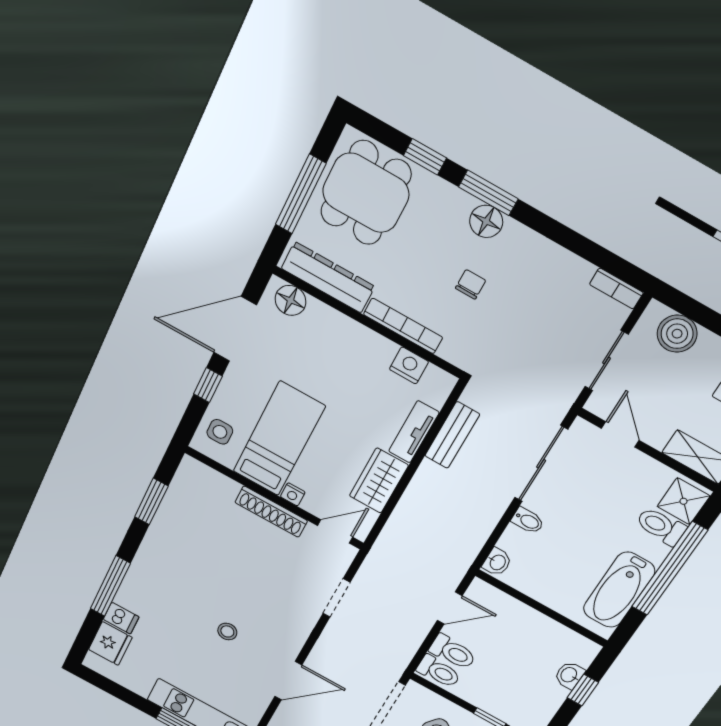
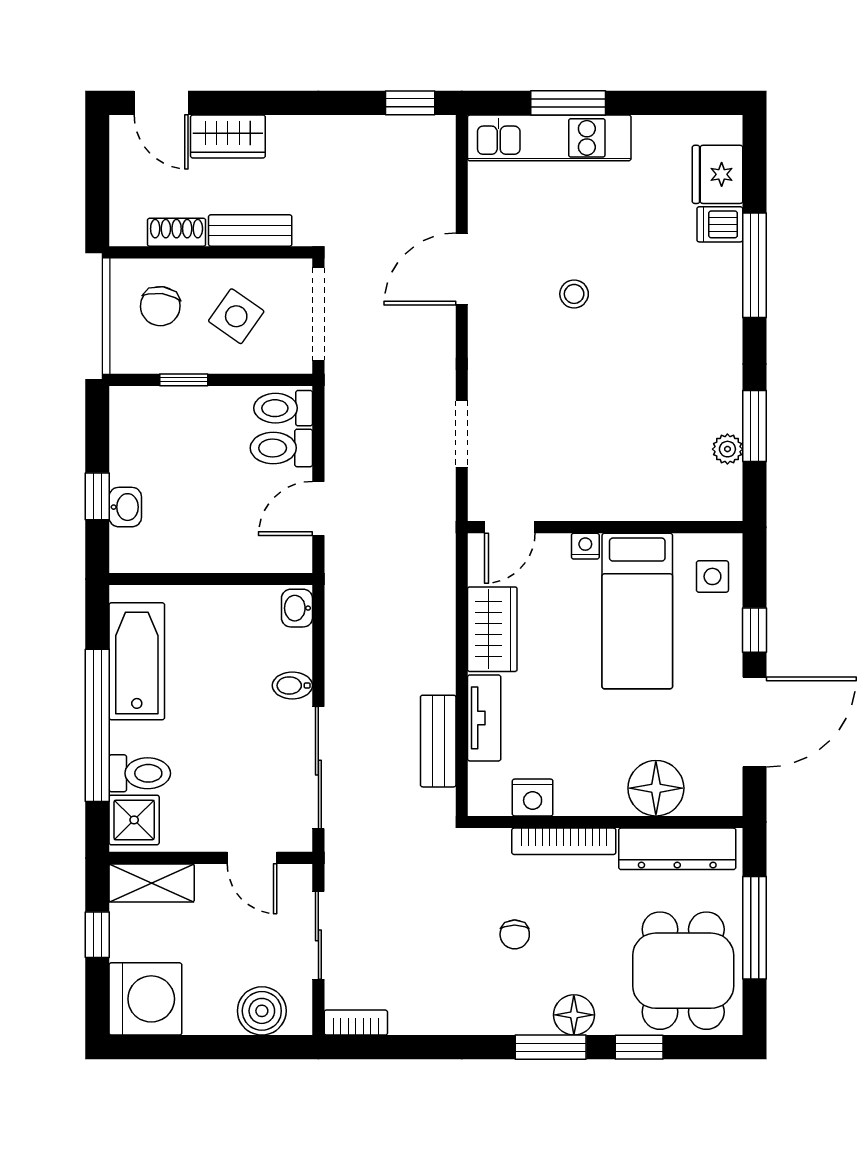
floor lamp: (486, 221) -> (574, 1015), moved
floor lamp: (290, 300) -> (656, 788), moved, width x1.38, depth x1.38
plant: (175, 498) -> (727, 449), added
shoe rack: (271, 512) -> (600, 506), removed

